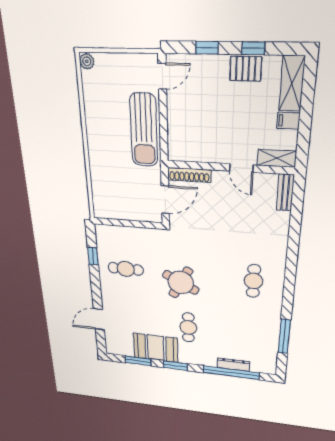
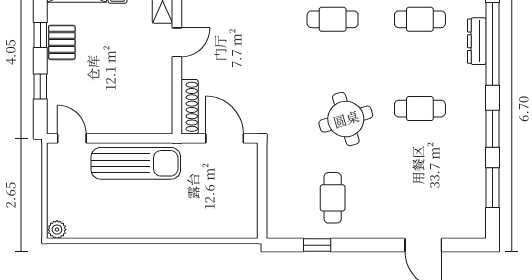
round table: (181, 282) -> (346, 119), turned 45
cafe table: (250, 334) -> (420, 19), added
booth: (156, 348) -> (464, 159), removed

